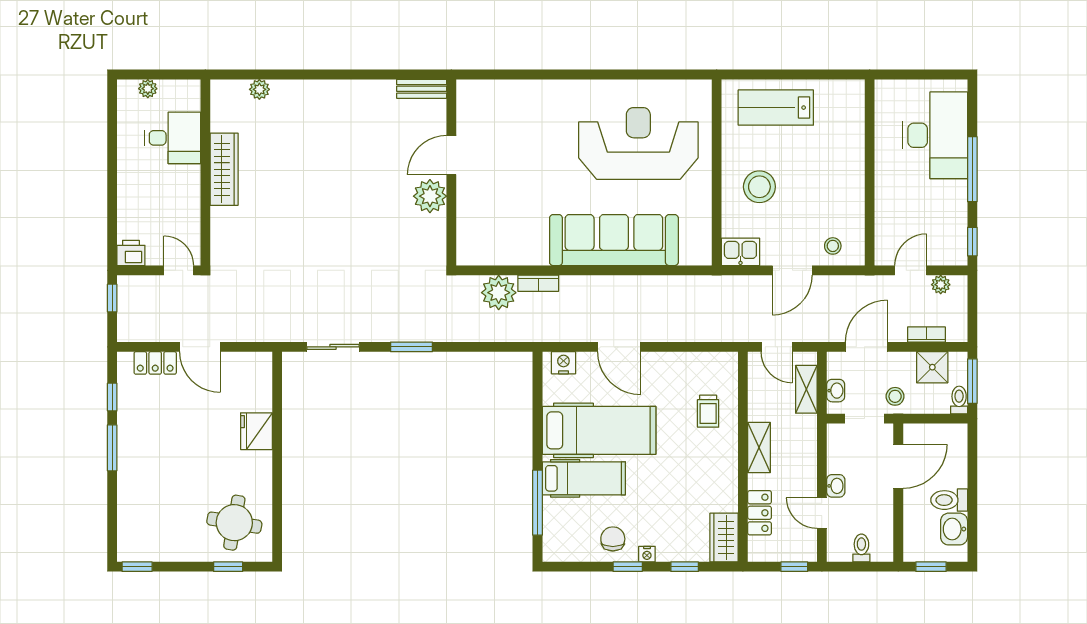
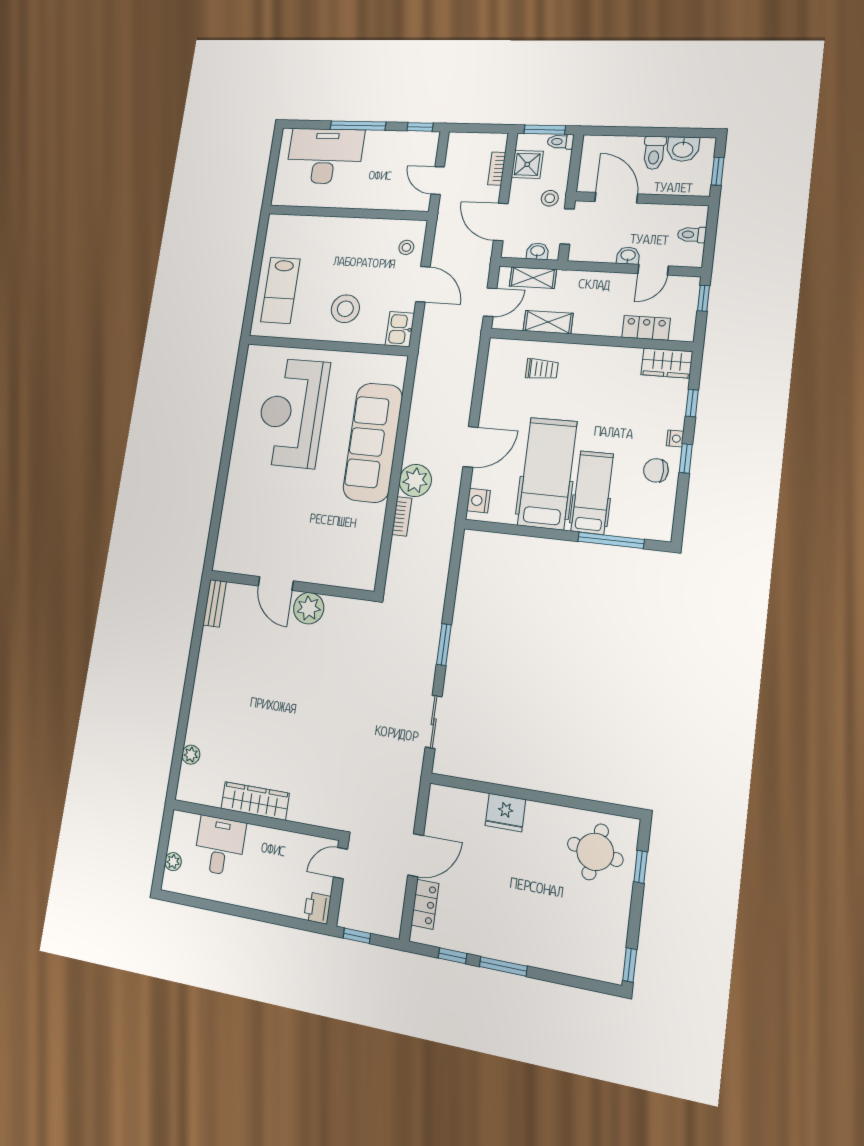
plant: (941, 285) -> (454, 155), removed
plant: (499, 293) -> (415, 480), moved
shelving: (759, 447) -> (548, 322), moved

